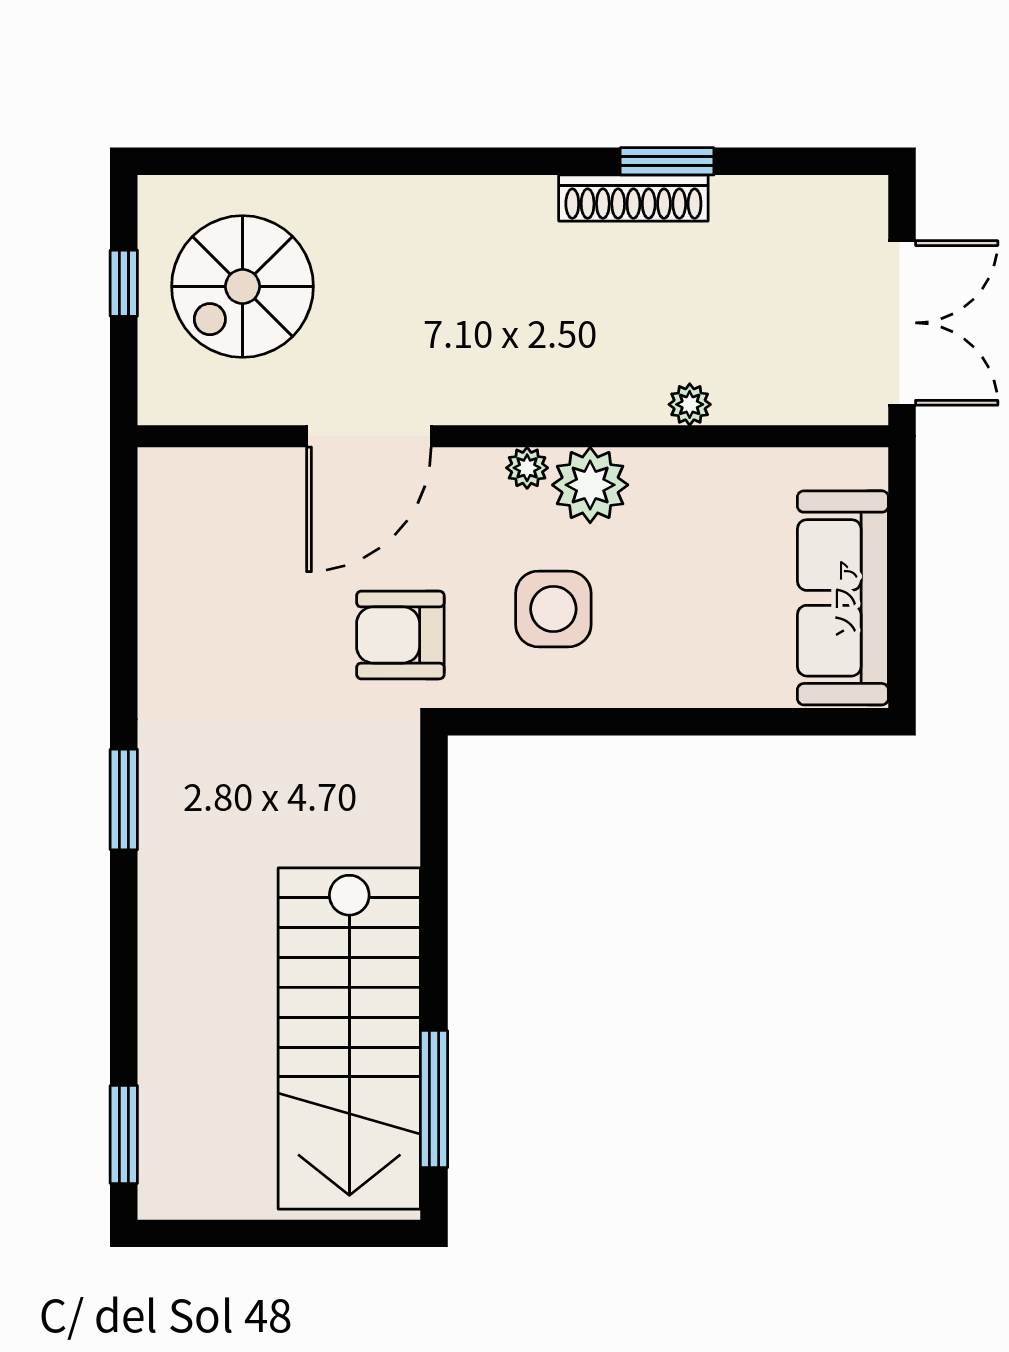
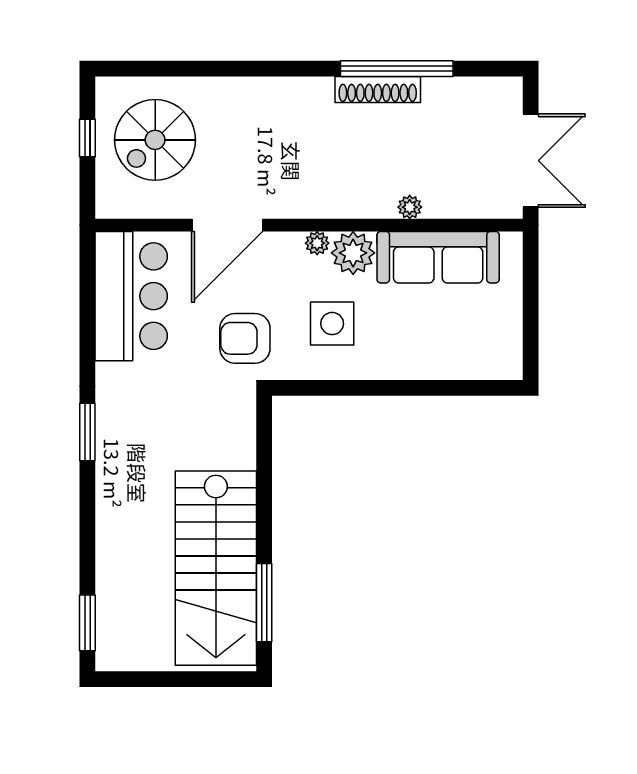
window: (667, 161) -> (397, 69), width x2.11
bar counter: (201, 561) -> (131, 296), added
sofa: (843, 598) -> (438, 257), moved, turned -90

